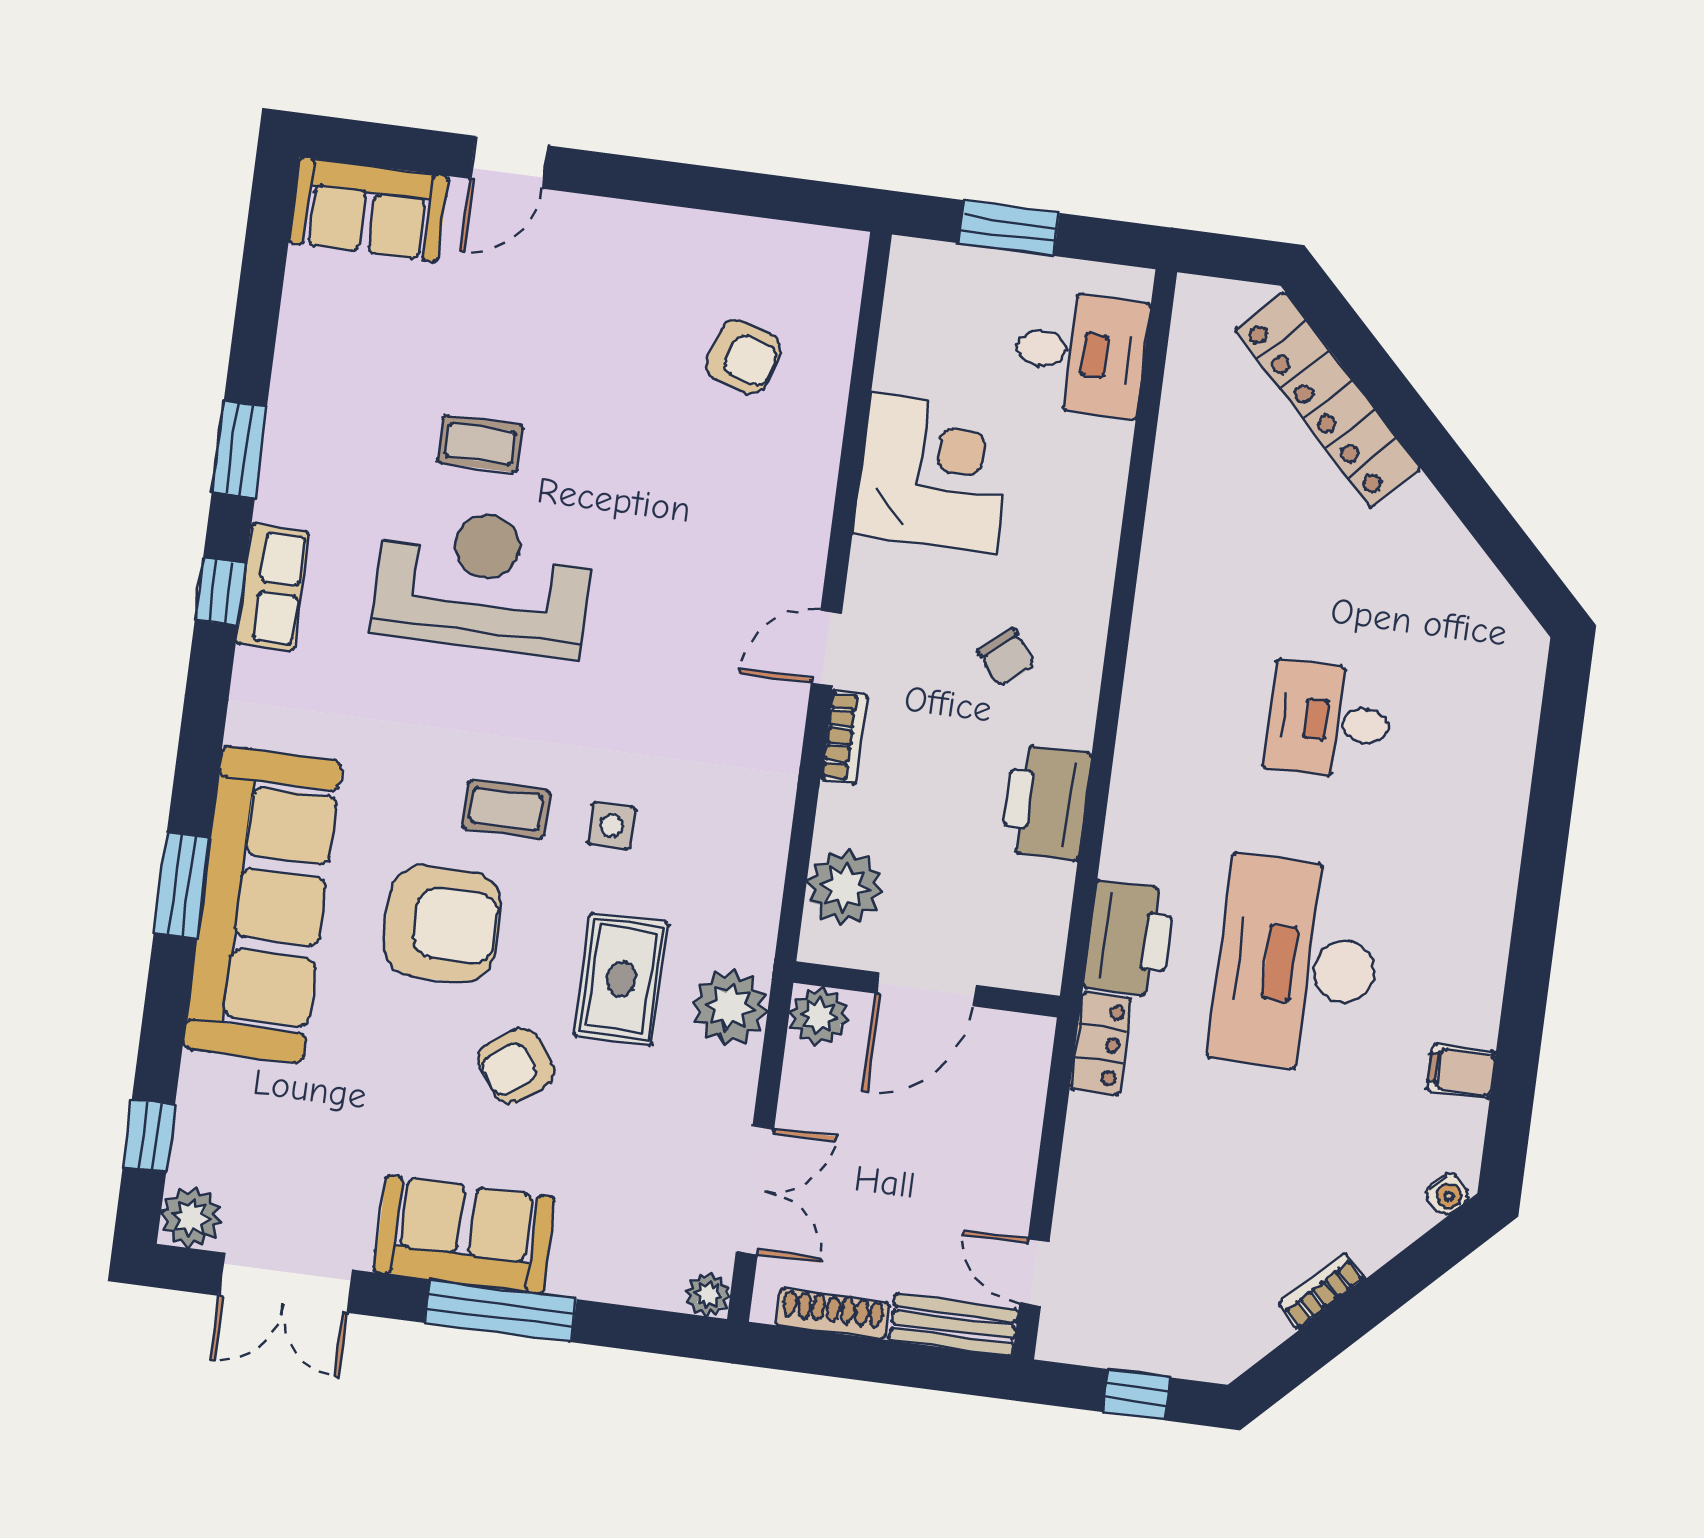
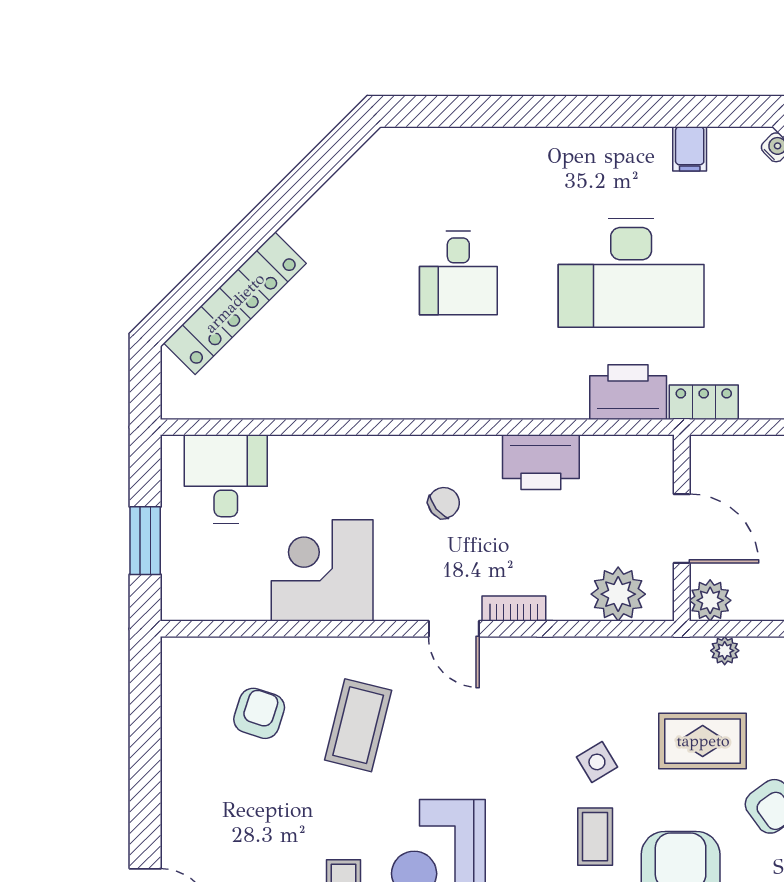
coffee table: (708, 495) -> (358, 725), added
side table: (611, 826) -> (597, 762), turned -31
plant: (730, 1007) -> (725, 651), width x0.53, depth x0.53

